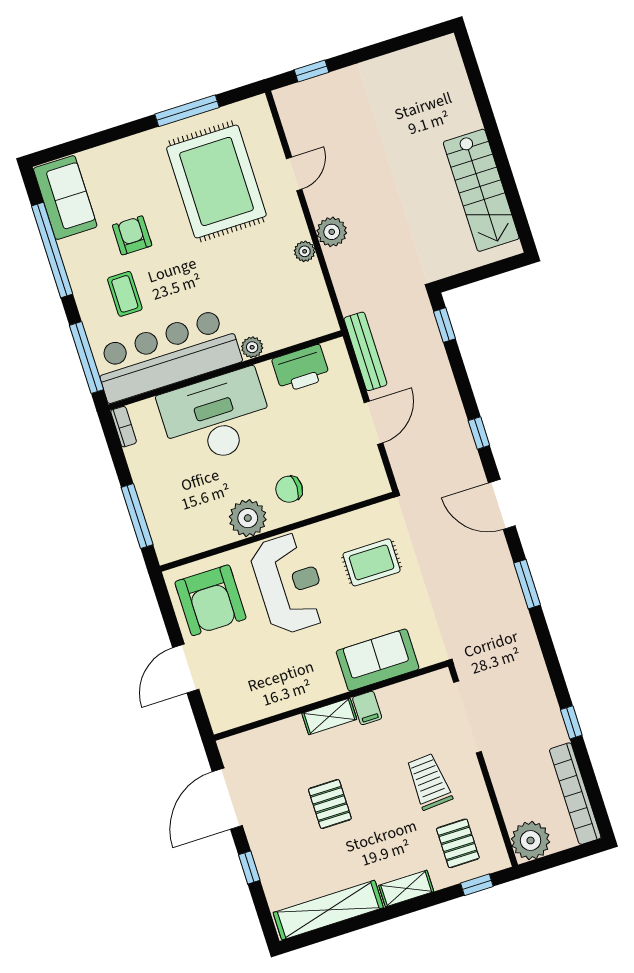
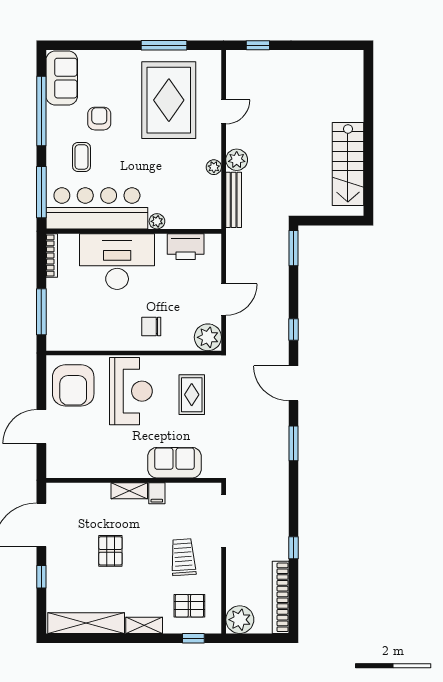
window: (445, 325) -> (293, 248), width x1.50
bench: (365, 351) -> (234, 200), moved
bookcase: (124, 427) -> (52, 255), width x1.56
plant: (248, 518) -> (208, 337), moved
rug: (372, 562) -> (192, 395), turned 90
pallet: (458, 843) -> (189, 606), turned 90

